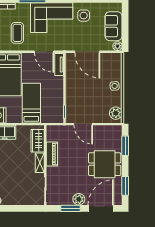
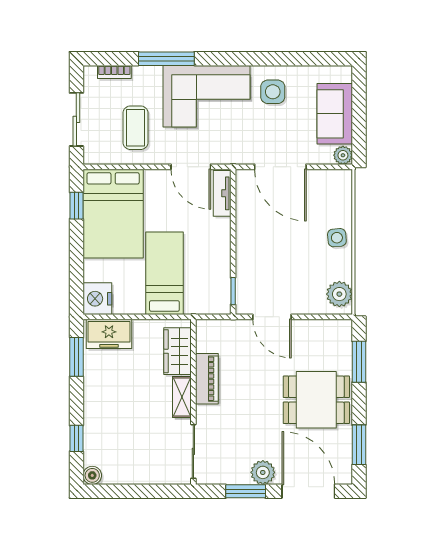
door: (101, 208) -> (308, 491), hinge flipped

